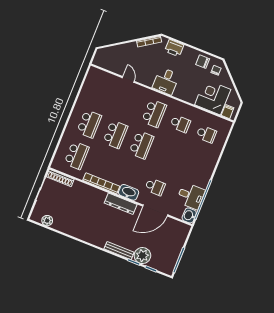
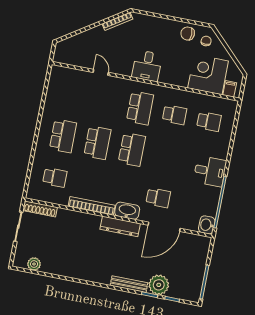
printer: (174, 48) -> (150, 23), removed
school desk: (77, 155) -> (55, 177), width x0.54
desk: (191, 196) -> (210, 171), moved

